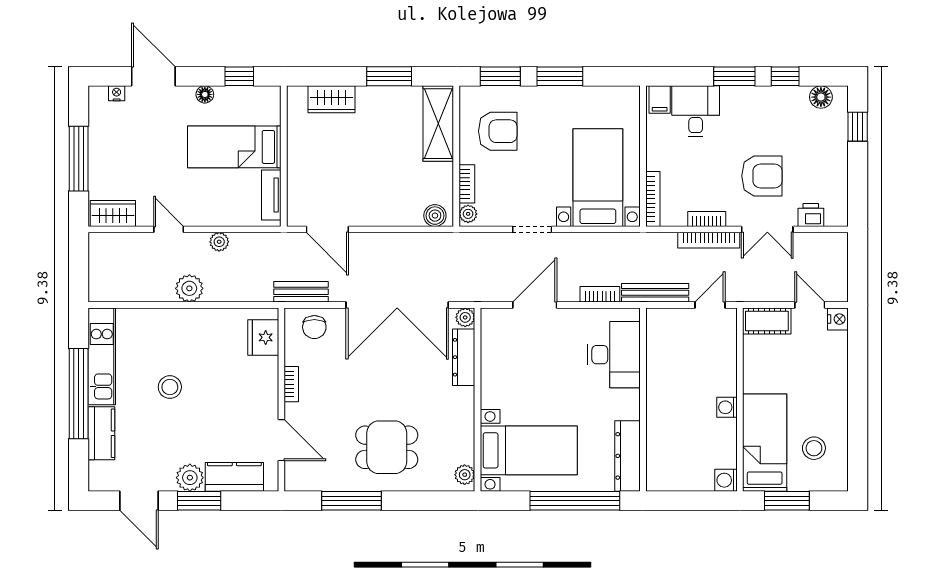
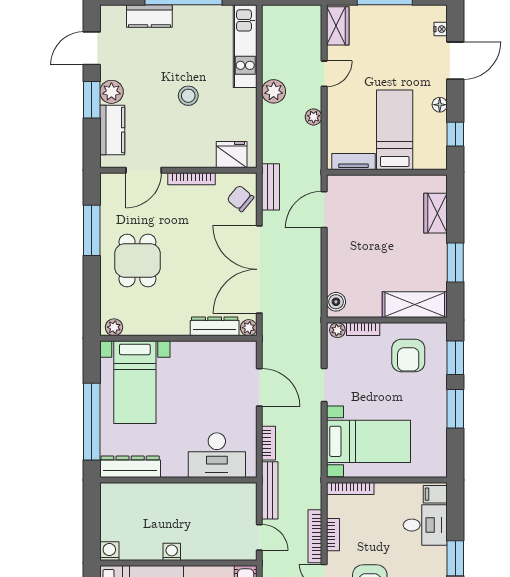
chair: (314, 327) -> (240, 198), turned 40
kitchen unit: (102, 356) -> (245, 46), moved, turned 90
bookcase: (291, 384) -> (192, 179), width x1.56
stool: (170, 387) -> (188, 96), moved

